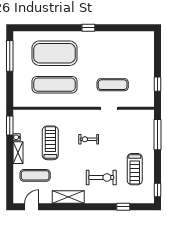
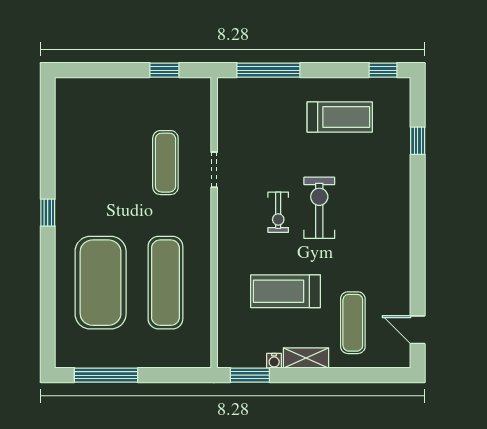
exercise bike: (101, 177) -> (319, 208), moved
shelving: (68, 197) -> (397, 254), removed

